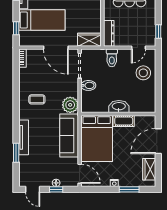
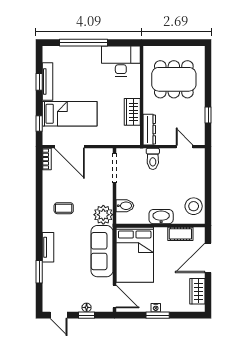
window: (158, 31) -> (208, 115), moved
wardrobe: (89, 40) -> (132, 112), moved, turned -90
door: (56, 48) -> (69, 147), moved
door: (138, 48) -> (185, 147), swing flipped
stool: (143, 73) -> (194, 206), moved
bidet: (88, 85) -> (125, 206), moved
cot: (124, 121) -> (180, 234), moved
tv unit: (24, 137) -> (48, 247), width x0.71
window: (129, 189) -> (158, 315), moved

